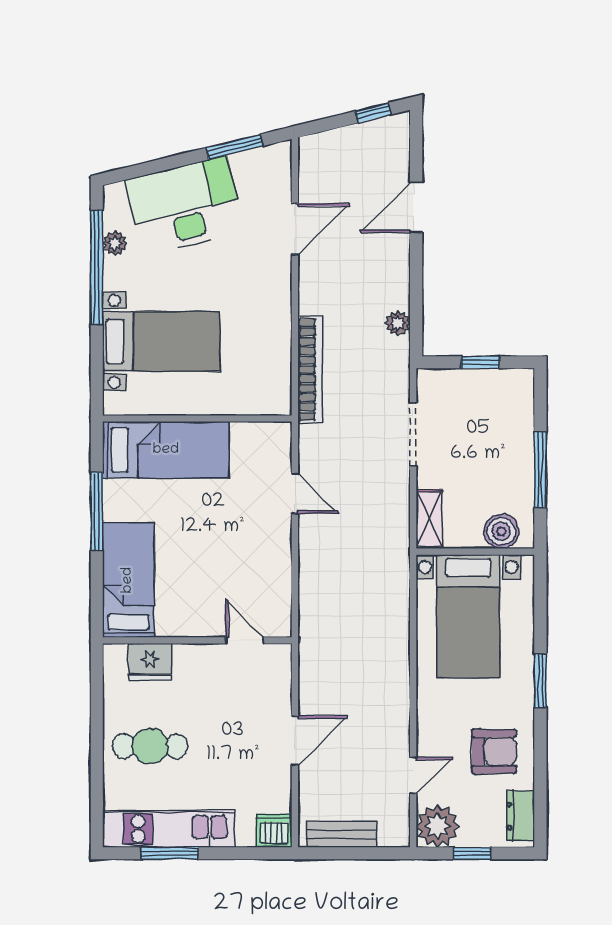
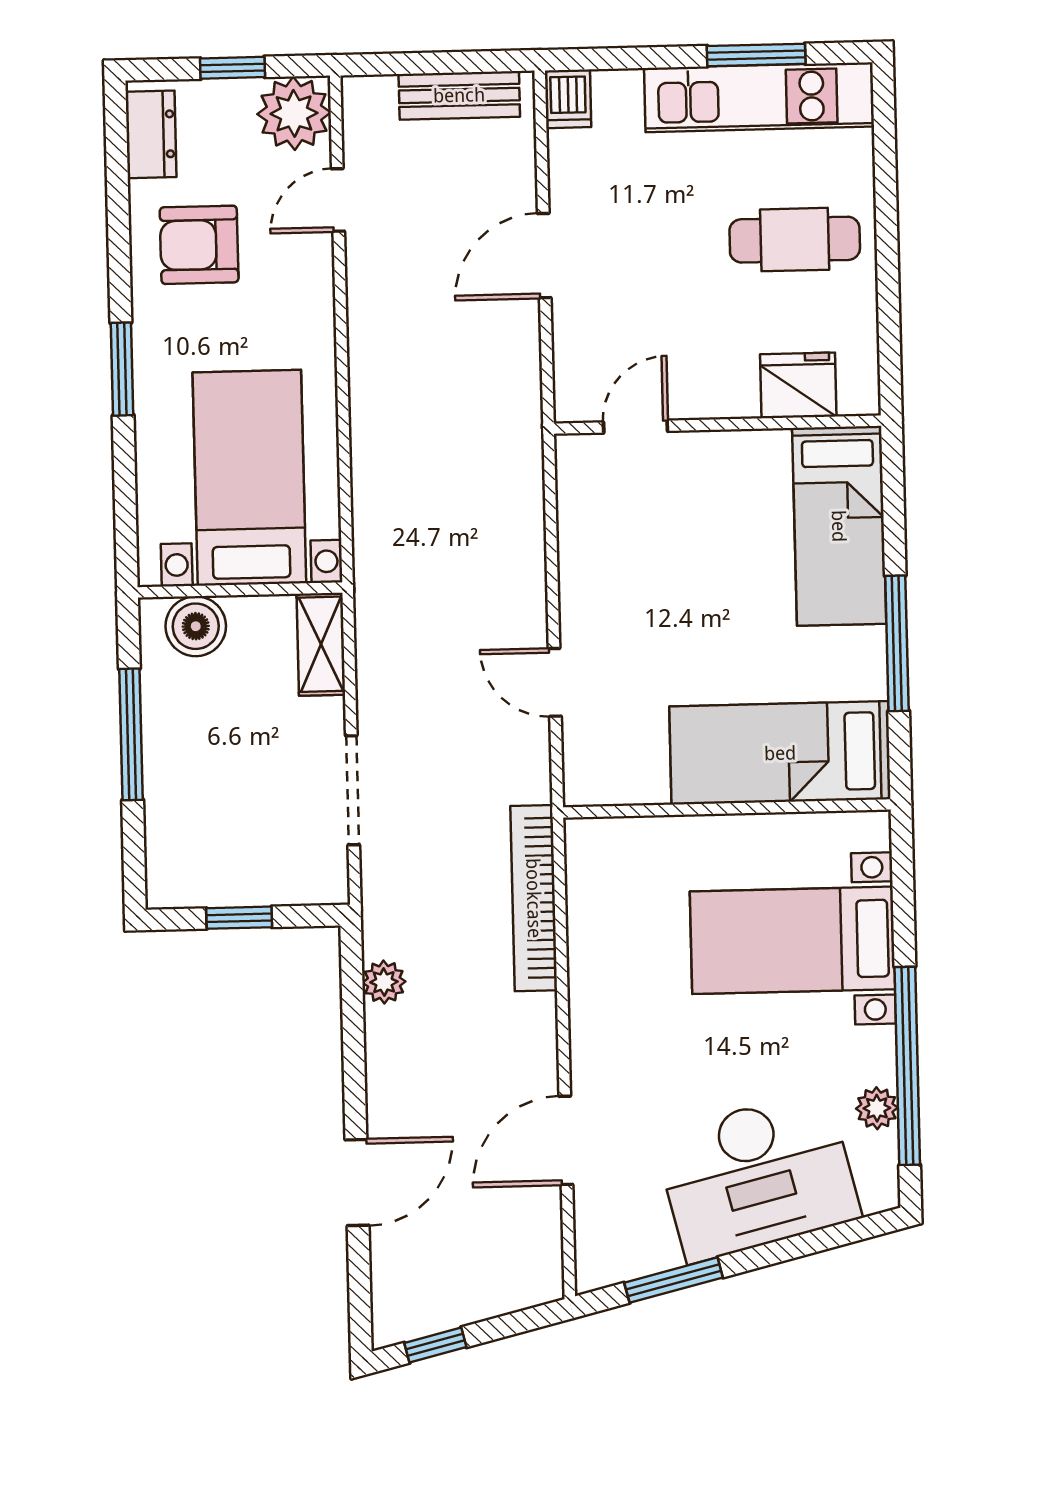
door: (245, 640) -> (635, 427), swing flipped
dishwasher: (274, 831) -> (568, 99), width x0.73

